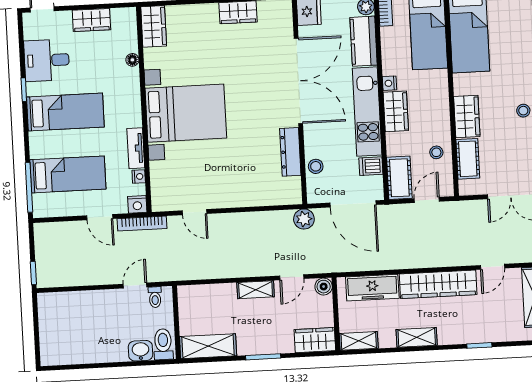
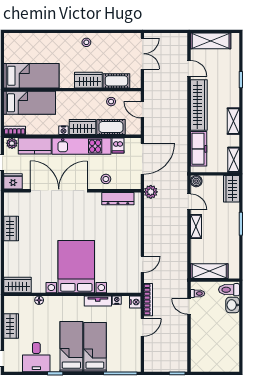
dresser: (290, 152) -> (118, 199), moved
stool: (316, 166) -> (106, 179), moved
bed: (68, 174) -> (95, 347), moved
cot: (399, 178) -> (111, 127), moved
shelving: (208, 346) -> (209, 271), moved, turned 90

